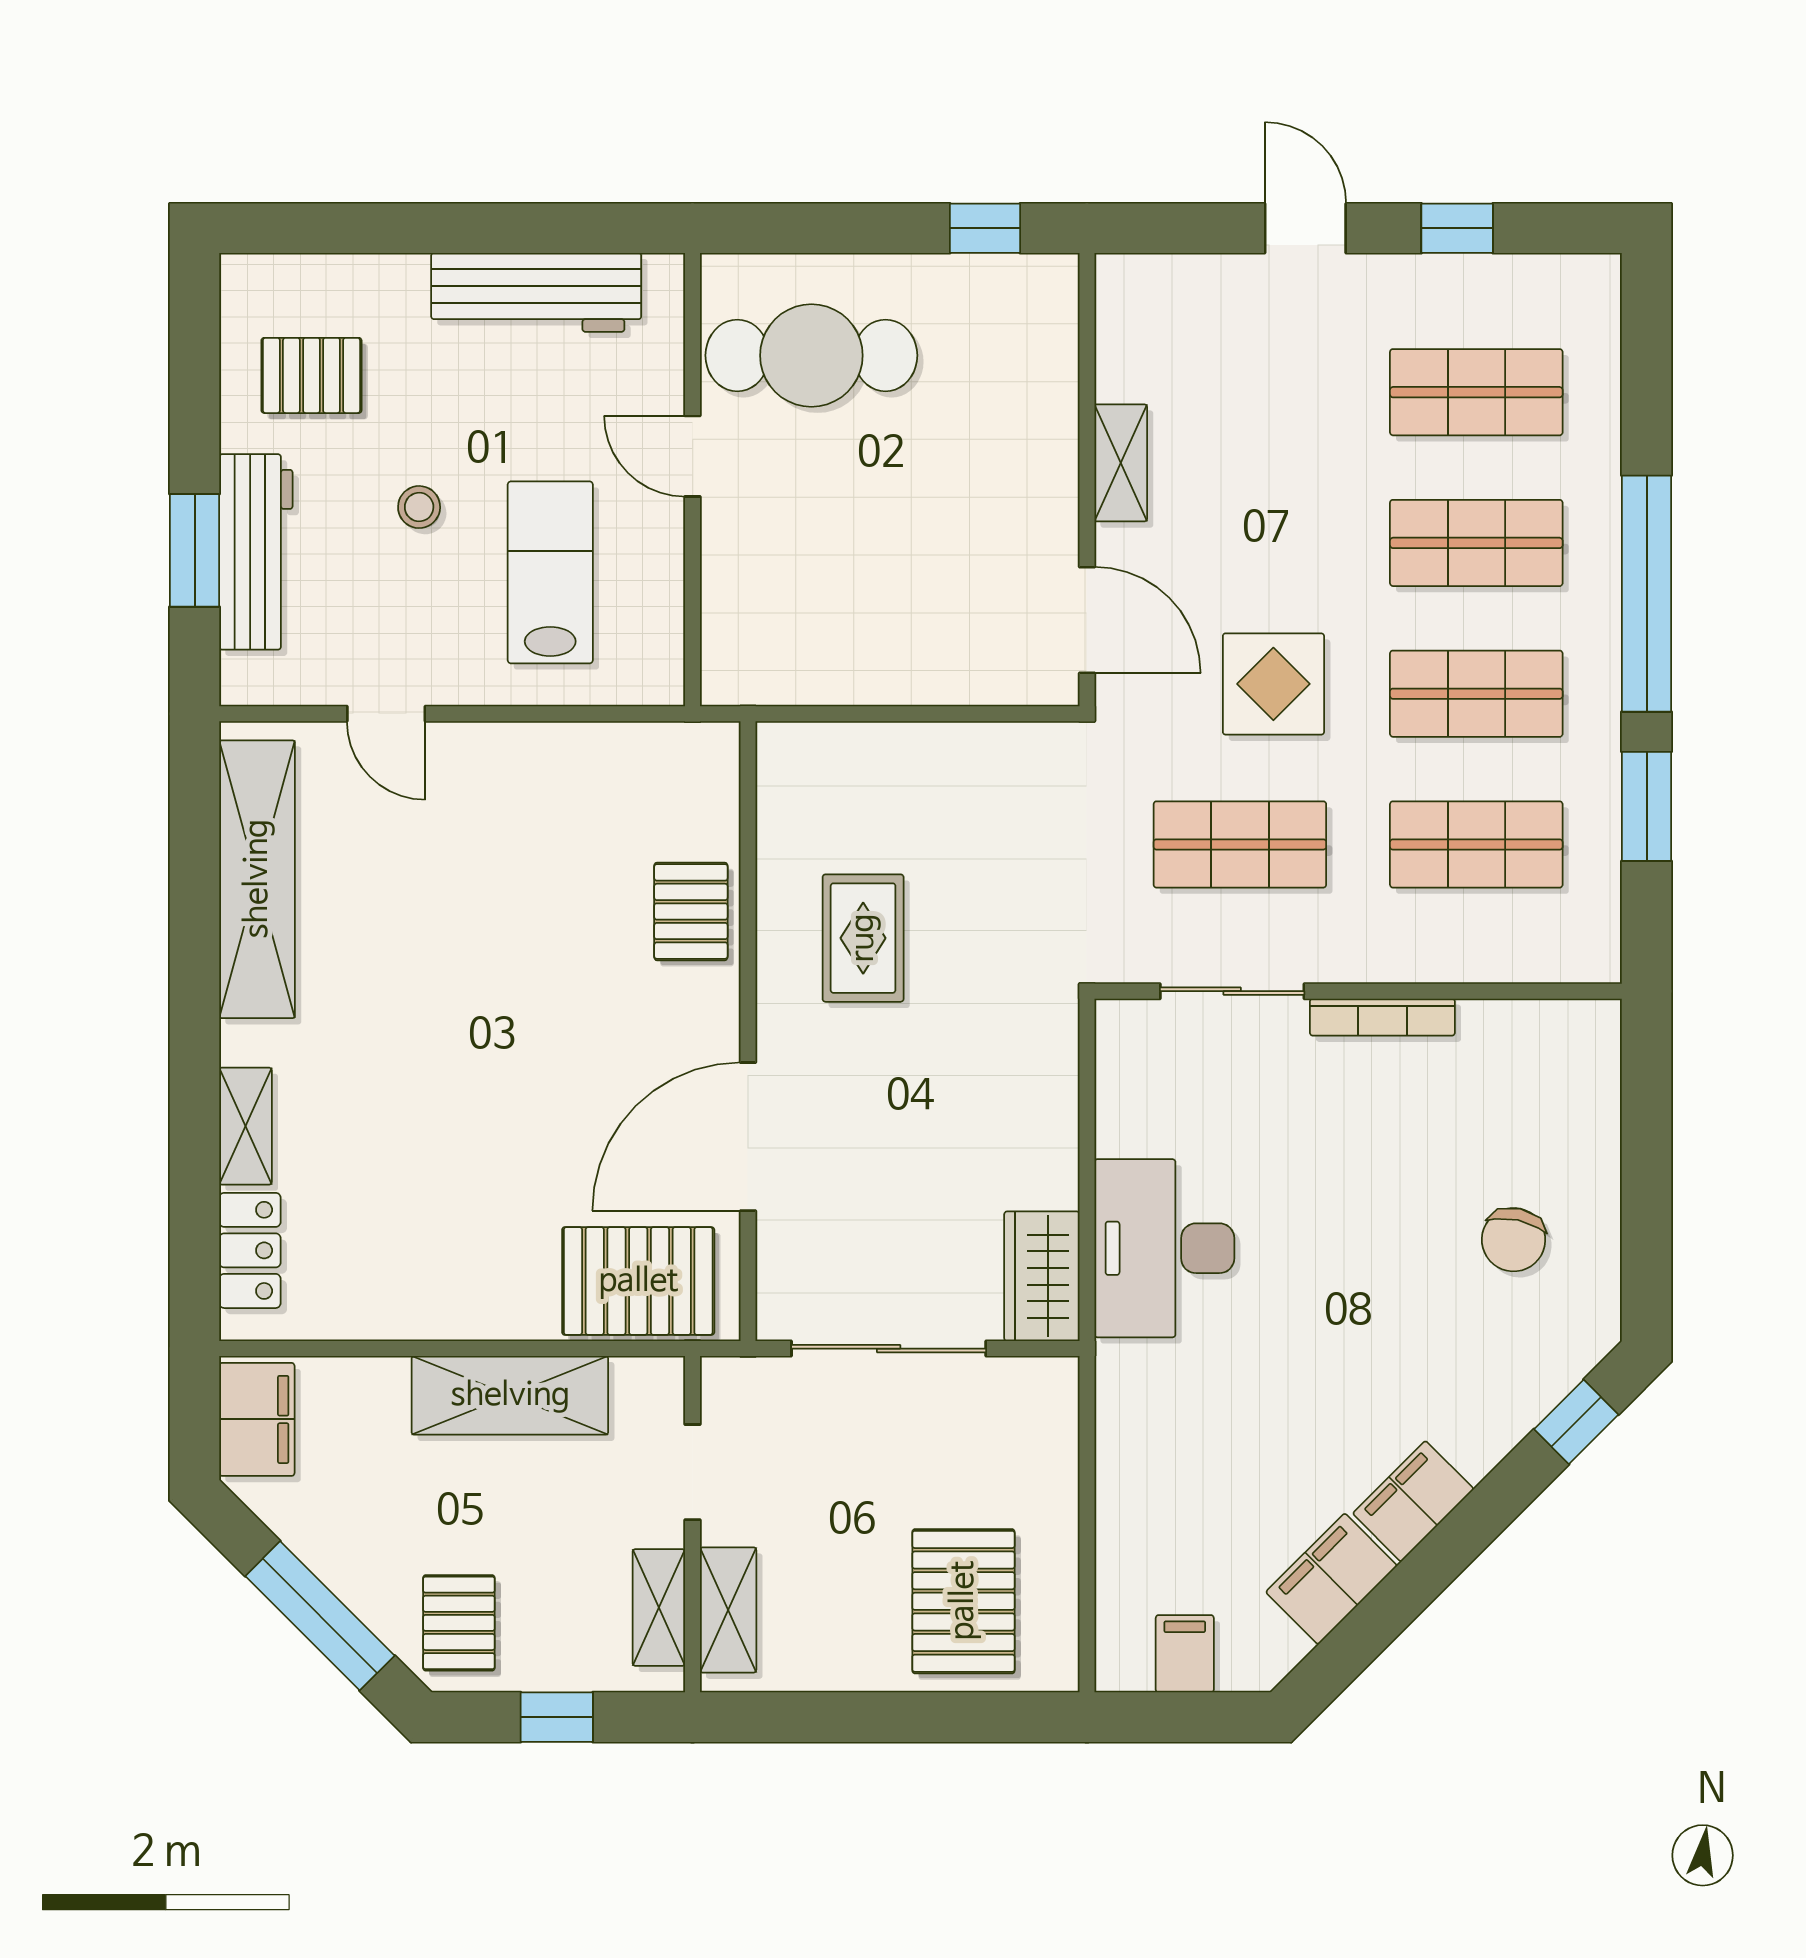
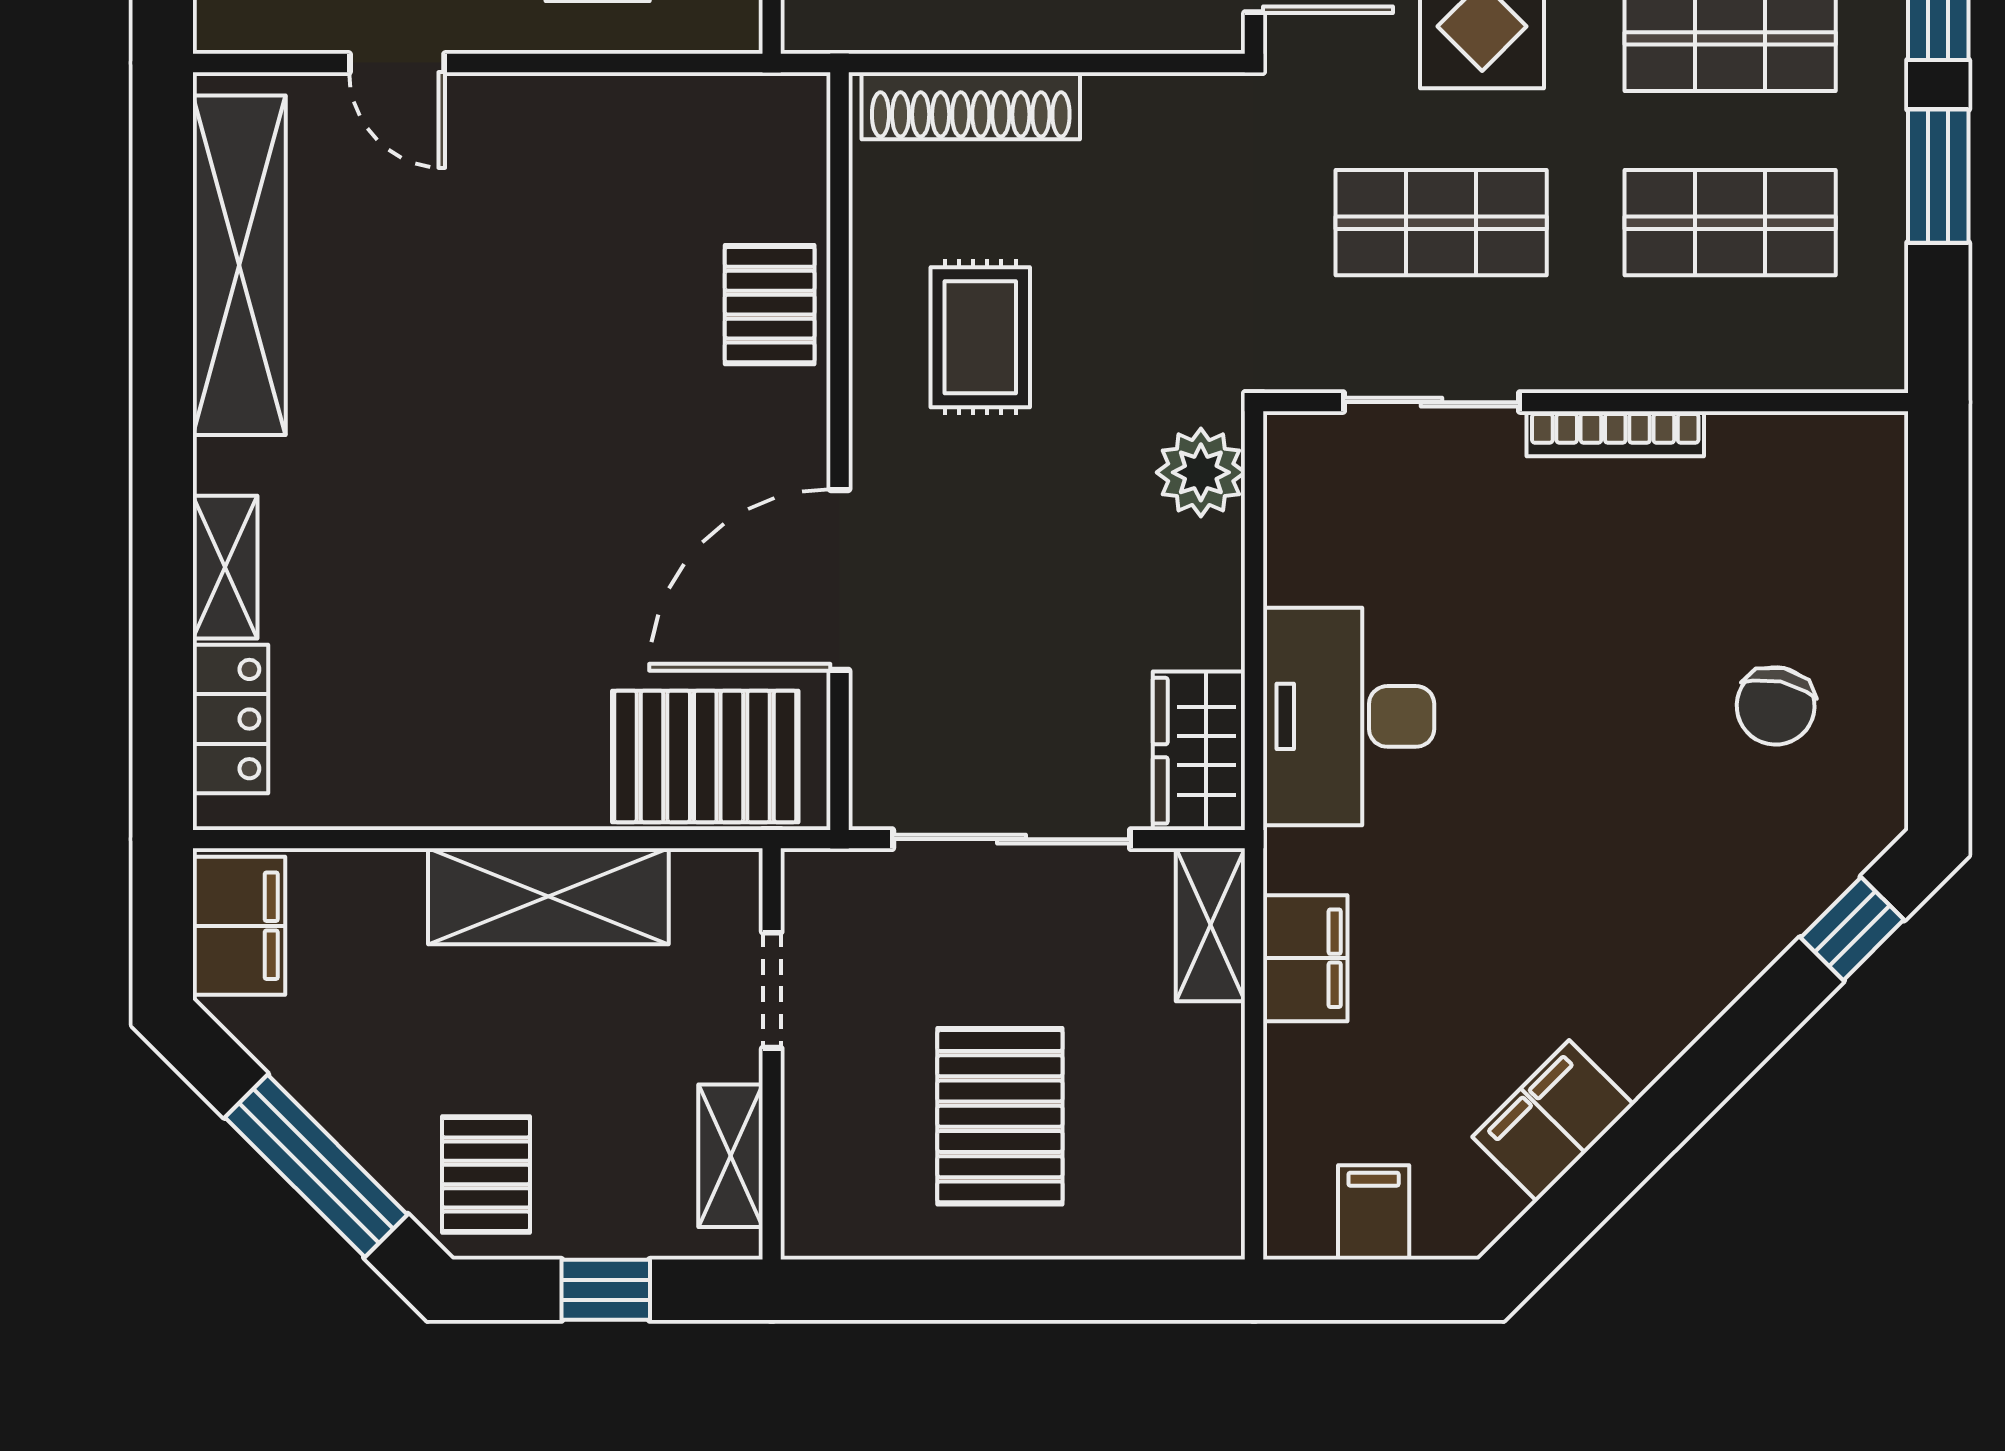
shoe rack: (855, 749) -> (971, 106), added
plant: (1043, 1049) -> (1201, 472), added
filing cabinet: (1413, 1501) -> (1305, 958), moved, turned 135
pallet: (963, 1601) -> (1000, 1116), moved
shelving: (728, 1610) -> (1210, 925), moved

